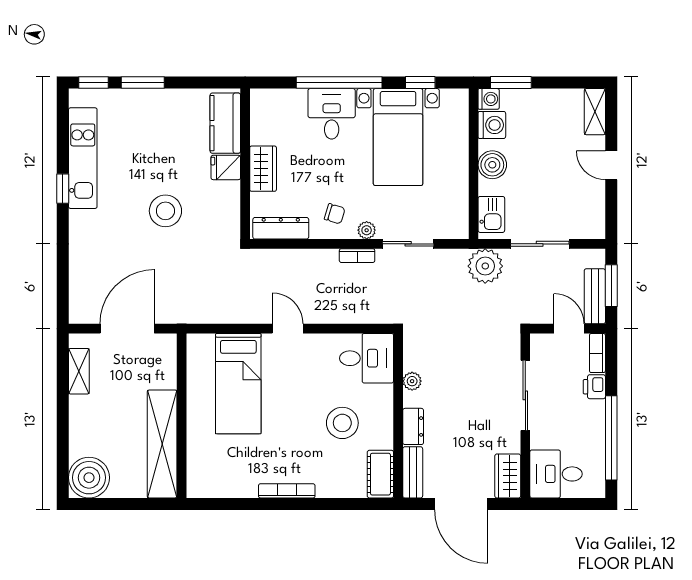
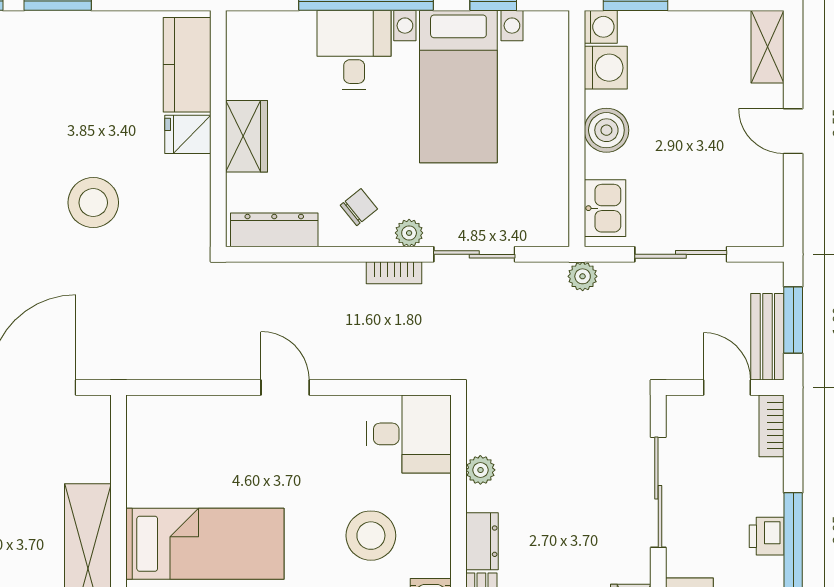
chair: (335, 214) -> (359, 207), turned -56
plant: (485, 266) -> (583, 276), width x0.53, depth x0.53
bed: (238, 384) -> (205, 544), moved, turned -90
printer: (594, 387) -> (767, 536), moved

